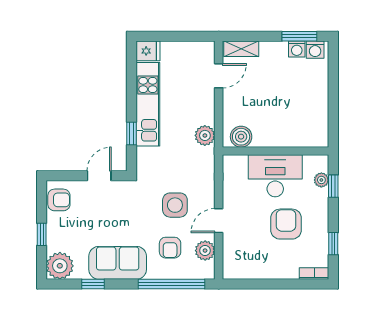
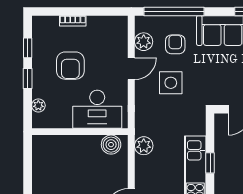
window: (131, 134) -> (210, 163), moved
desk: (275, 176) -> (97, 109), moved
window: (333, 186) -> (28, 79), moved
bookcase: (314, 274) -> (73, 21), moved

